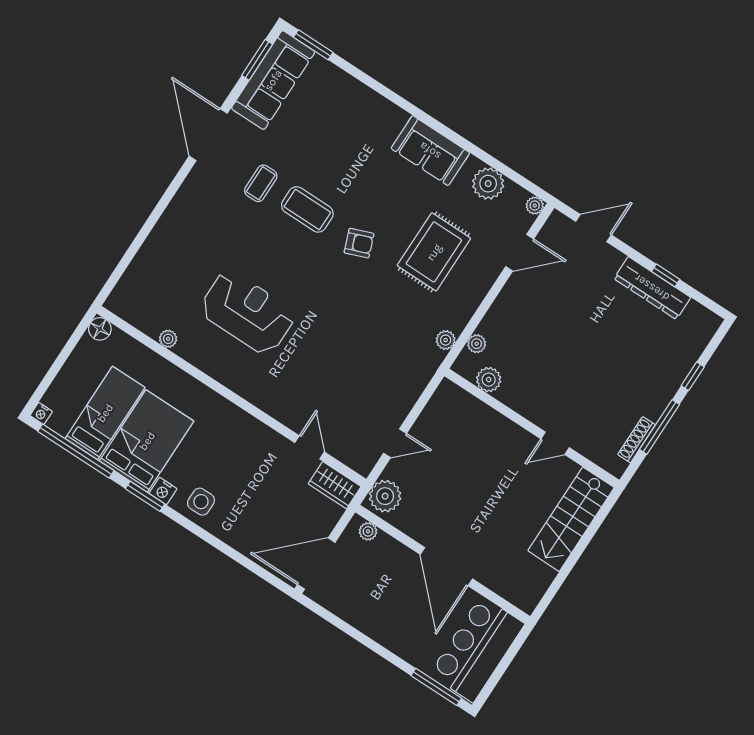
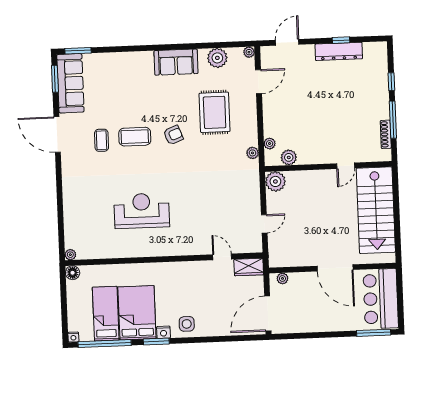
plant: (168, 339) -> (70, 255), moved
plant: (385, 496) -> (275, 181), moved
stairs: (571, 519) -> (376, 210), width x1.36, depth x1.51

